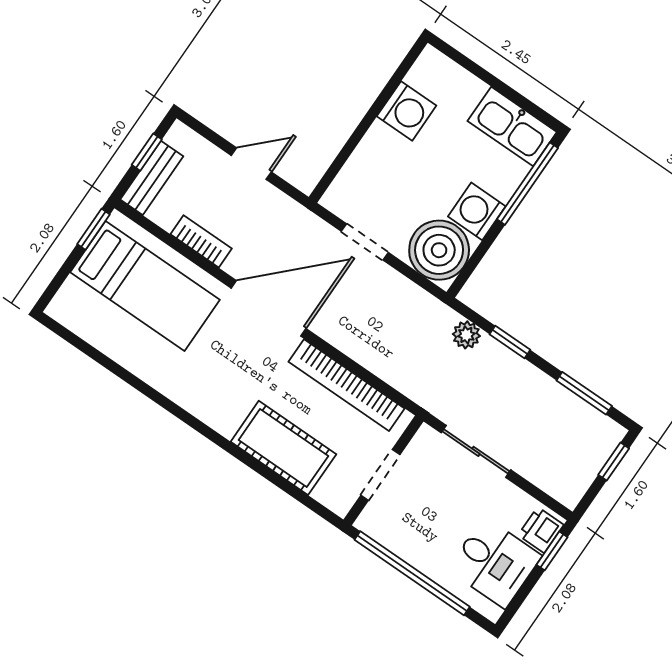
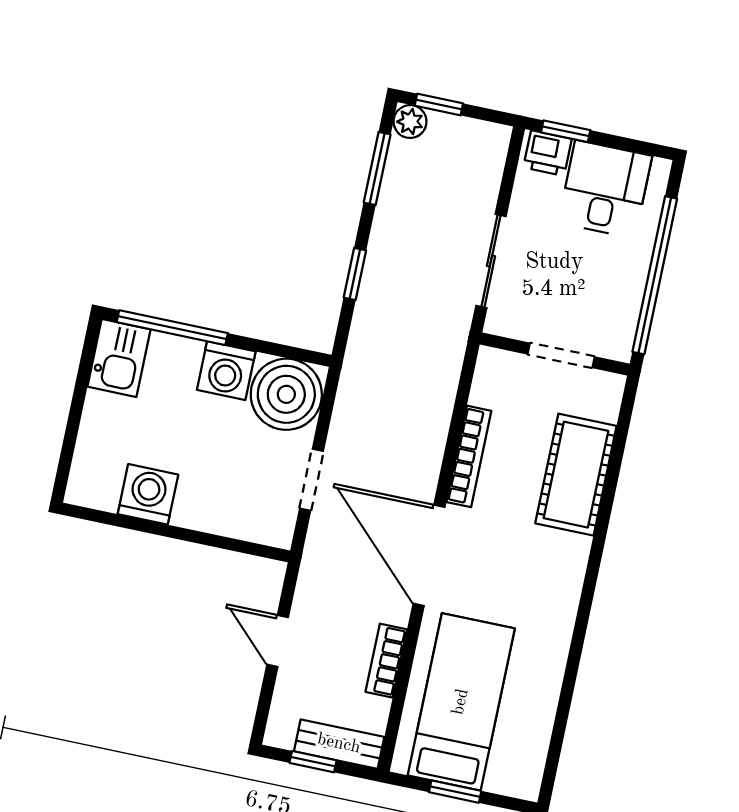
kitchen sink: (512, 126) -> (119, 358), width x0.73
window: (94, 229) -> (455, 792), moved
plant: (466, 335) -> (410, 122), moved
bookcase: (347, 385) -> (469, 456), width x0.68, depth x0.76

